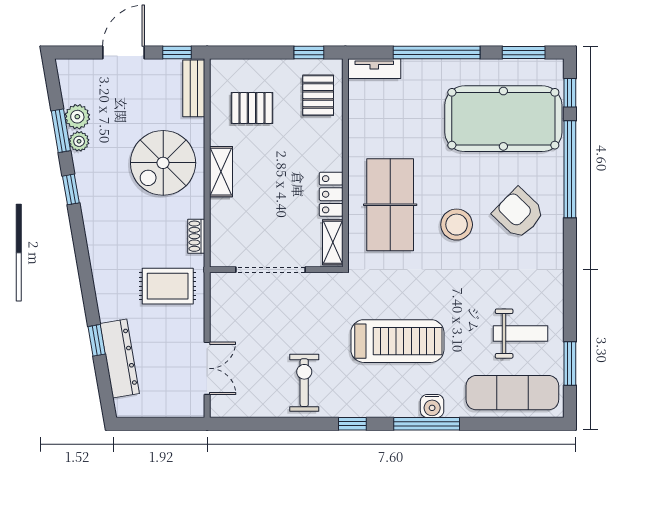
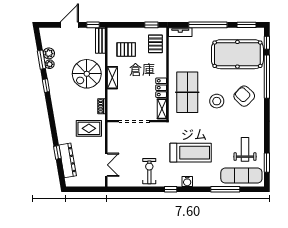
weight bench: (520, 334) -> (245, 149), turned -90
water cooler: (432, 406) -> (187, 181), moved
window: (427, 424) -> (225, 189), moved

